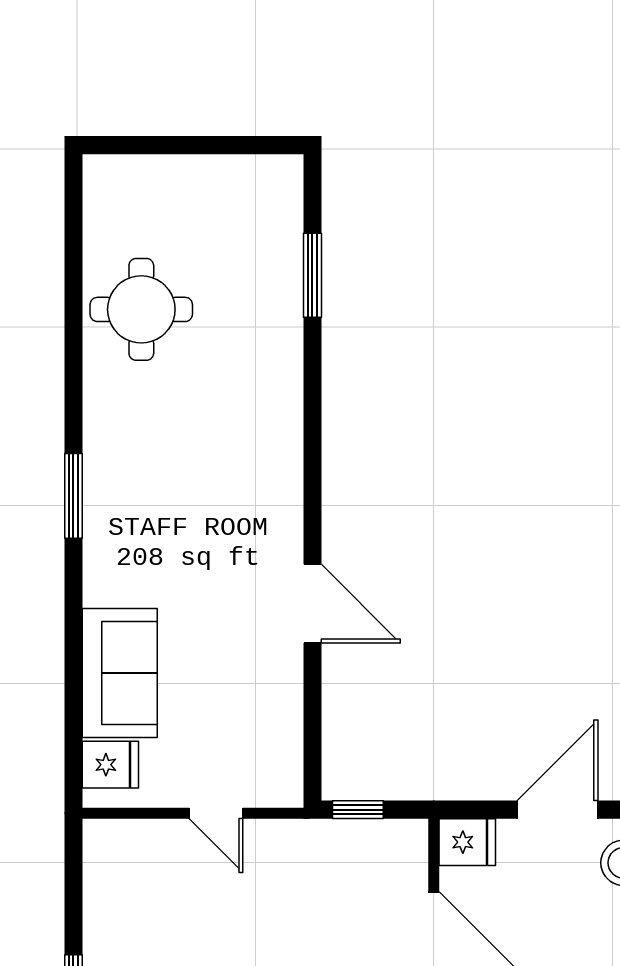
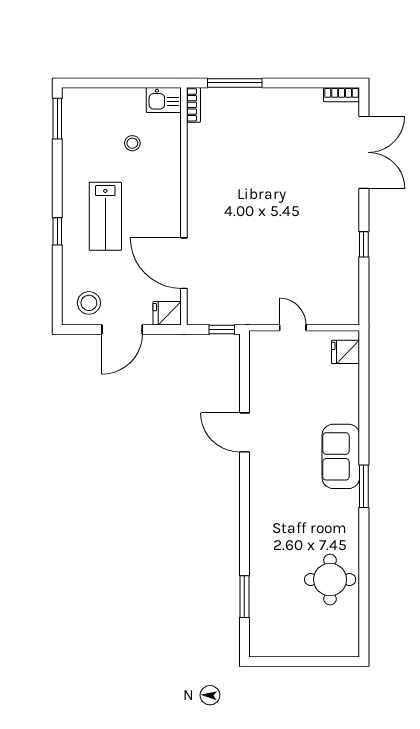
sofa: (120, 673) -> (341, 456), moved

